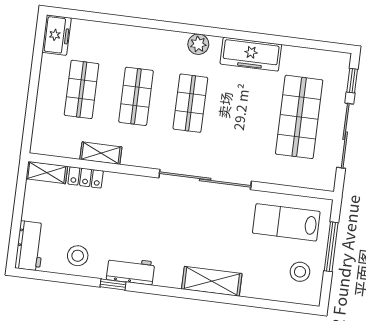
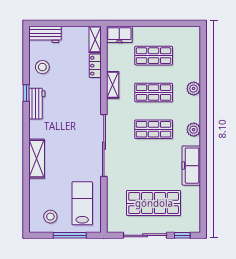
freezer: (57, 35) -> (119, 34), moved
plant: (138, 37) -> (194, 88), added
shelving: (101, 153) -> (113, 85), moved

